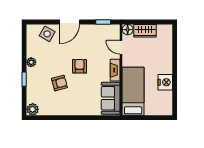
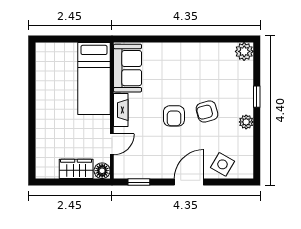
door: (121, 47) -> (112, 144), hinge flipped
nightstand: (165, 82) -> (46, 92), removed
armchair: (59, 83) -> (207, 112), moved

